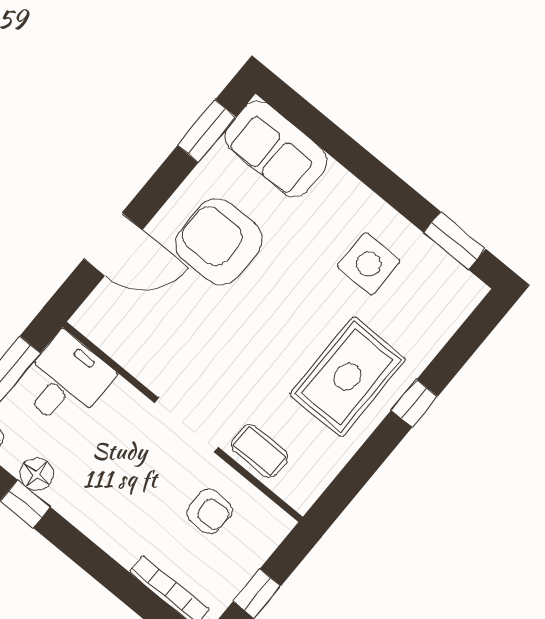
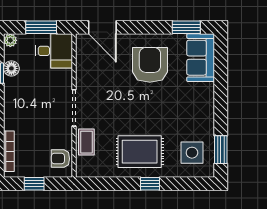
door: (113, 244) -> (102, 27), moved
side table: (369, 264) -> (192, 153), moved
armchair: (210, 511) -> (60, 159), moved, turned 90

